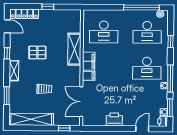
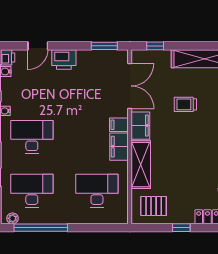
pallet: (37, 52) -> (154, 206), moved
filing cabinet: (74, 75) -> (140, 126), added
printer: (114, 119) -> (64, 60), moved
window: (98, 128) -> (104, 46), added

